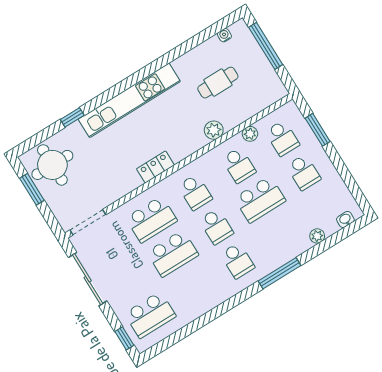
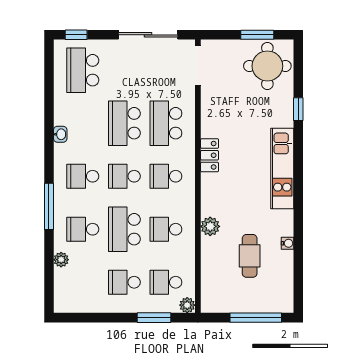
water cooler: (224, 35) -> (288, 243), moved
kitchen unit: (129, 100) -> (282, 169), width x0.73
plant: (250, 134) -> (187, 305), moved
washbasin: (345, 220) -> (60, 134), moved
school desk: (281, 234) -> (83, 229), added

